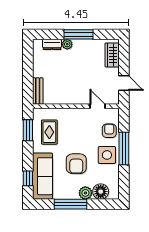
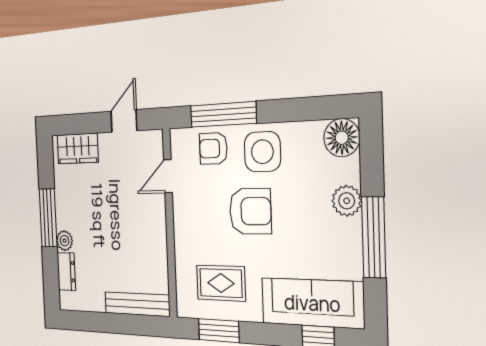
bench: (38, 91) -> (137, 304), width x1.36
window: (124, 148) -> (223, 115), moved
armchair: (76, 164) -> (250, 211), moved
floor lamp: (101, 192) -> (342, 138), moved

